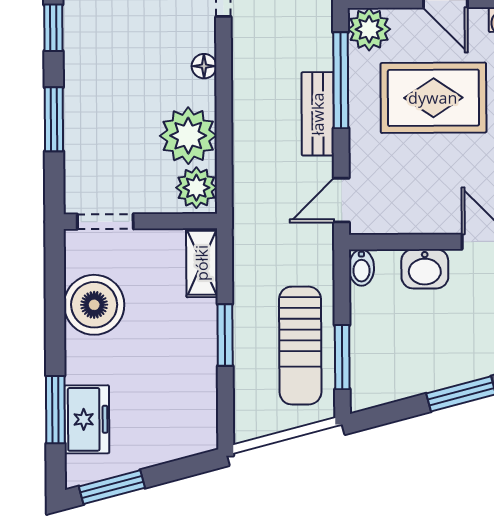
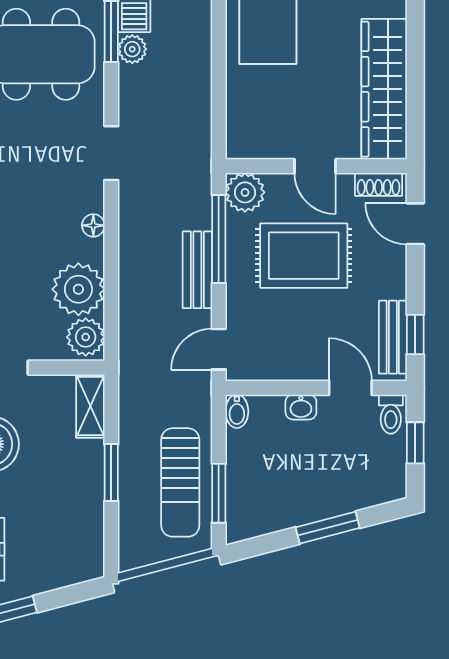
washbasin: (425, 269) -> (301, 407), width x0.72, depth x0.69

